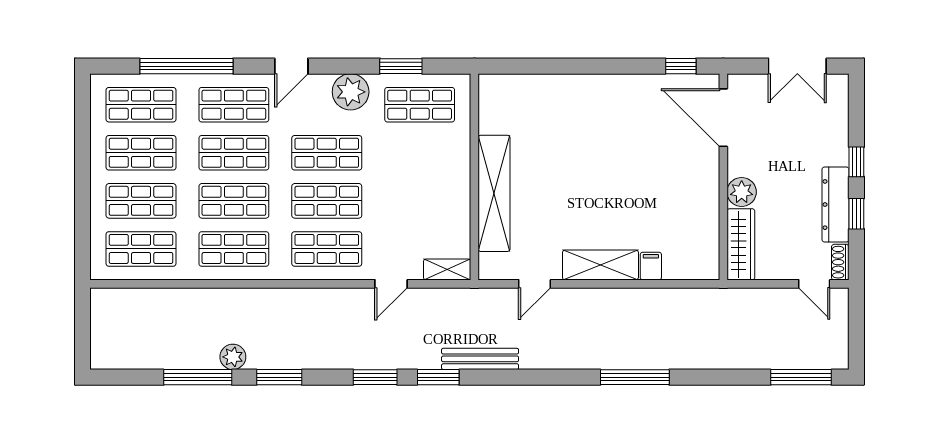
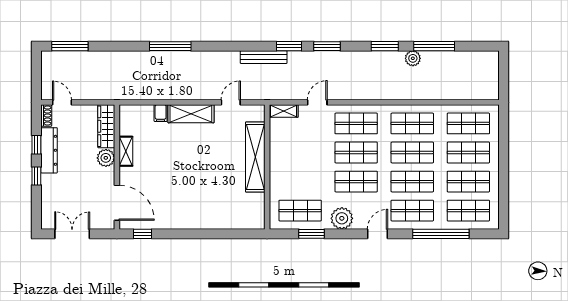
shelving: (708, 203) -> (126, 151), added

